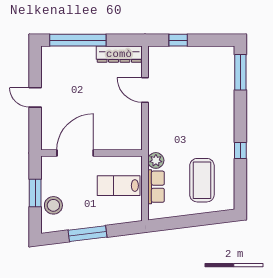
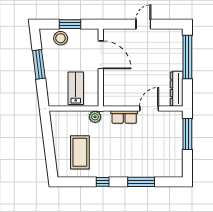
window: (178, 40) -> (187, 134), width x2.17
window: (240, 72) -> (141, 182), moved
coffee table: (202, 180) -> (80, 152), turned 90
row of seats: (156, 187) -> (124, 117), moved

